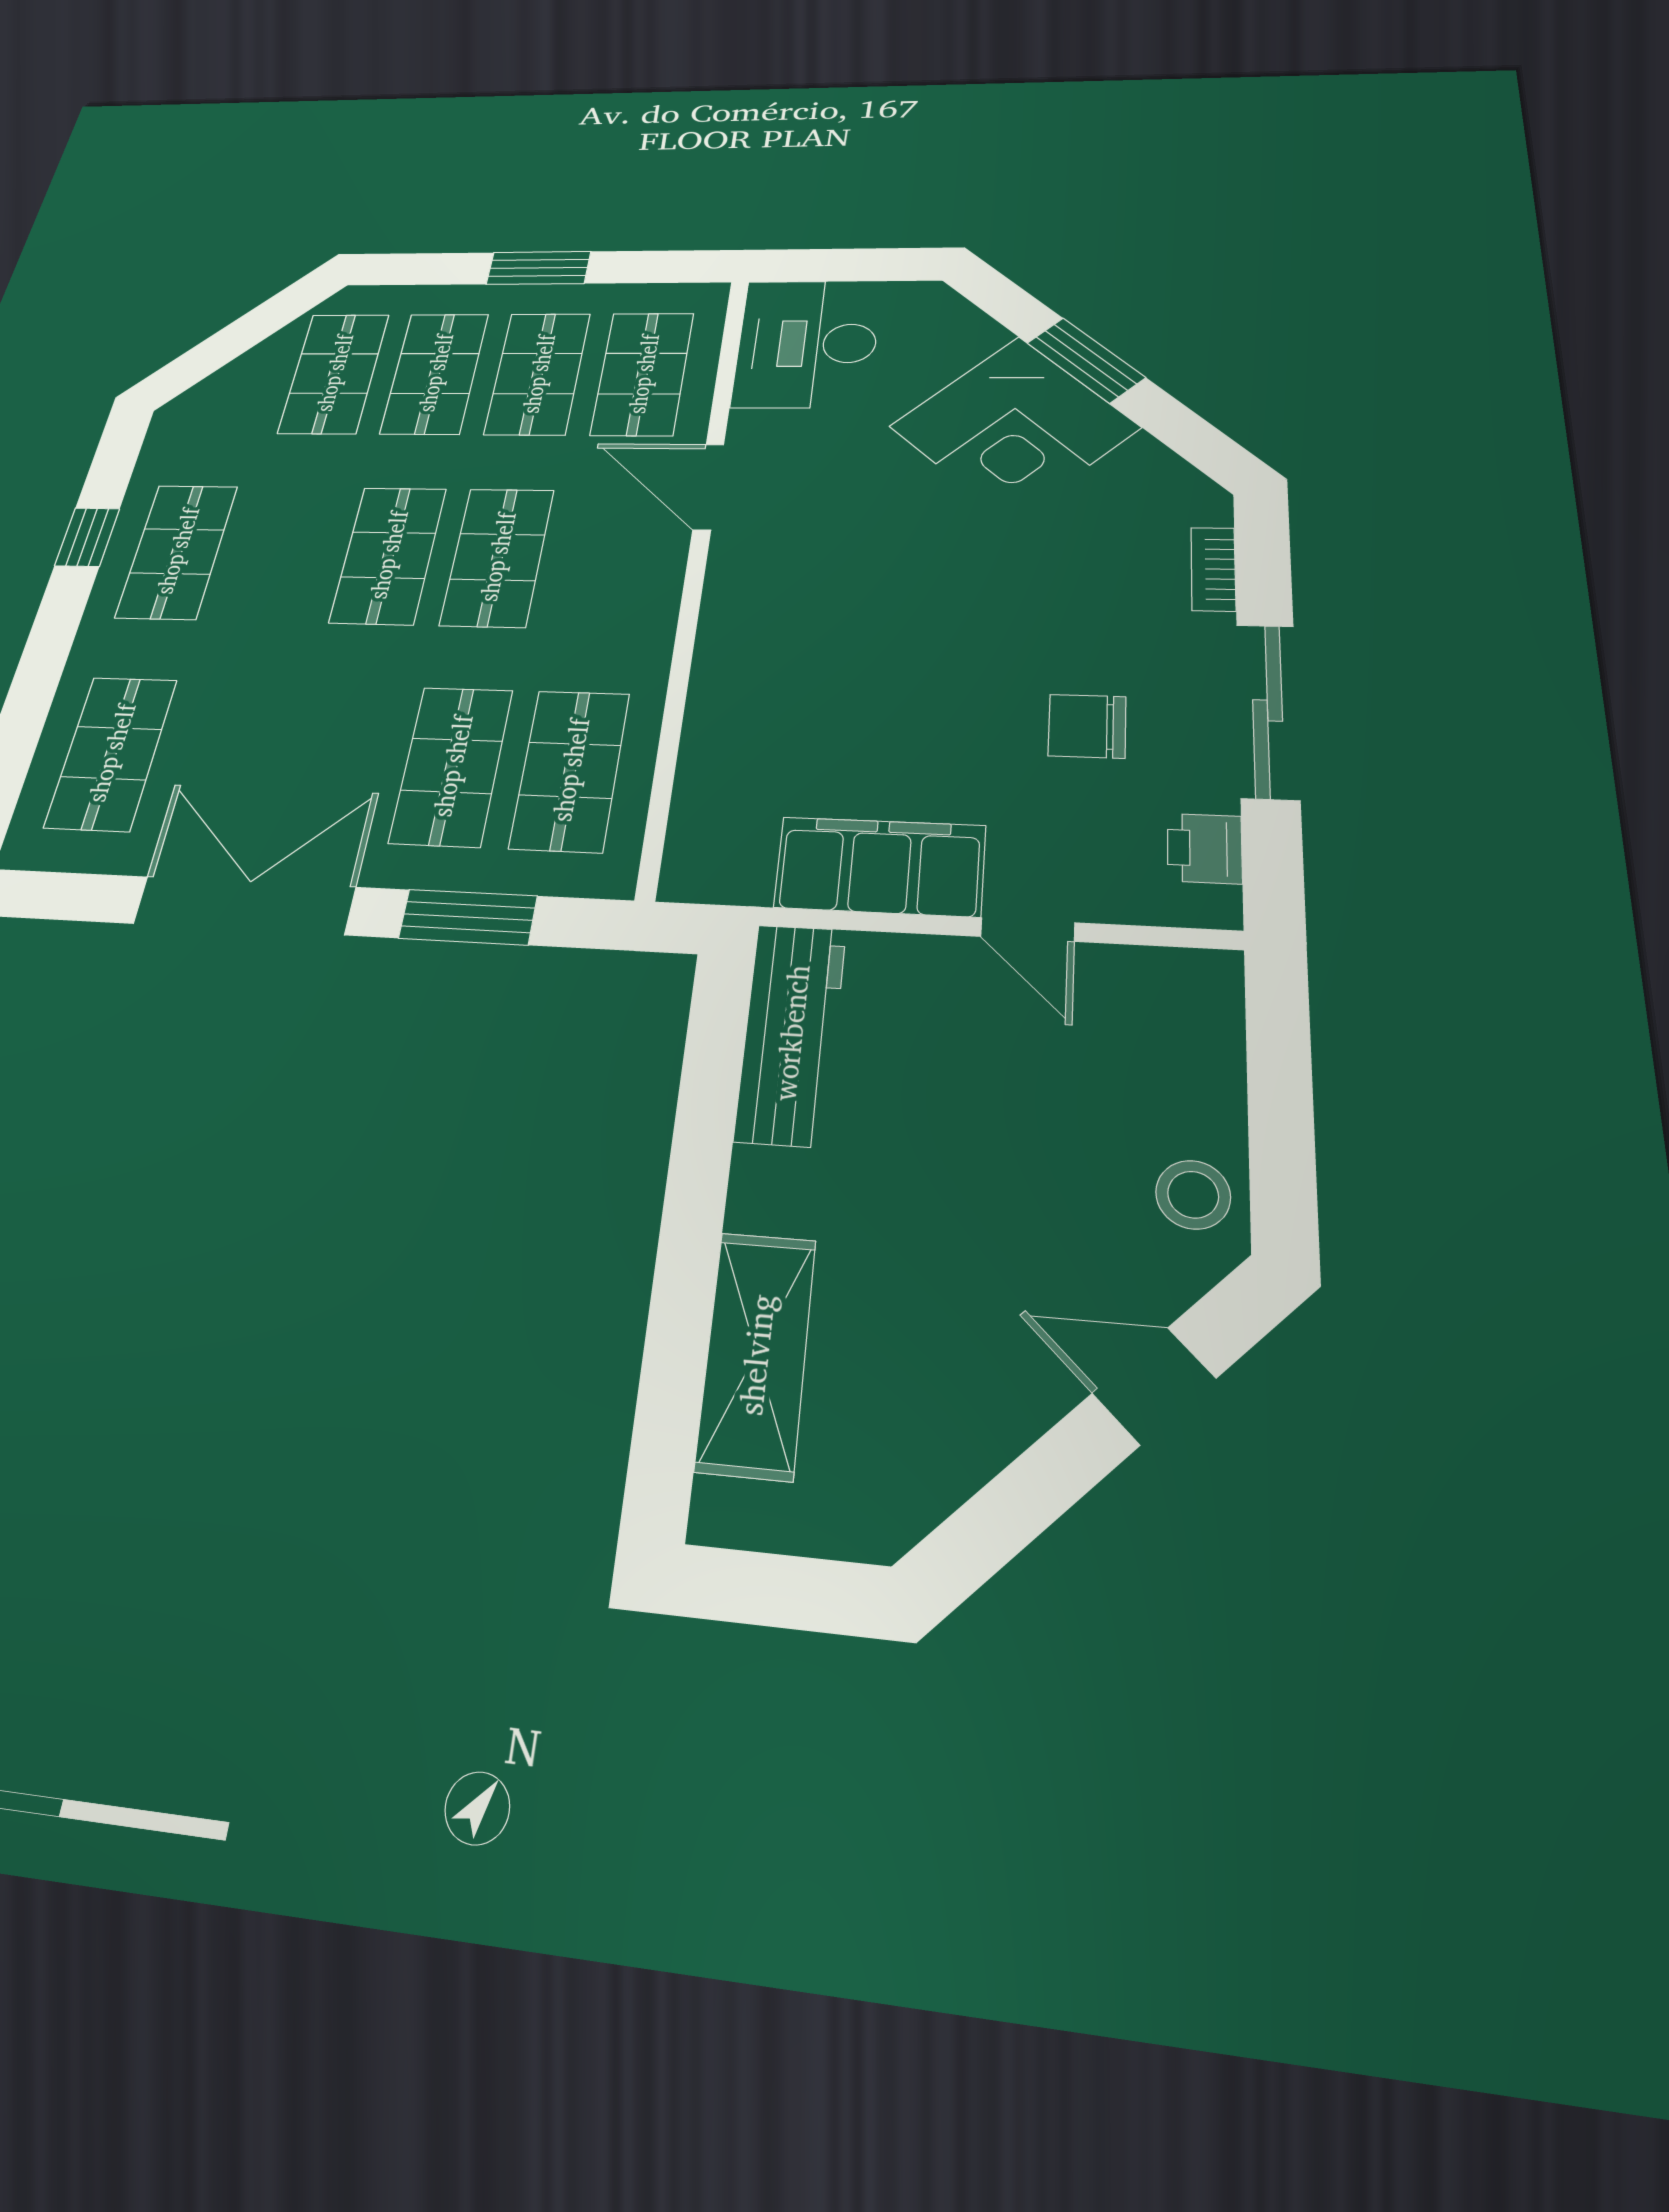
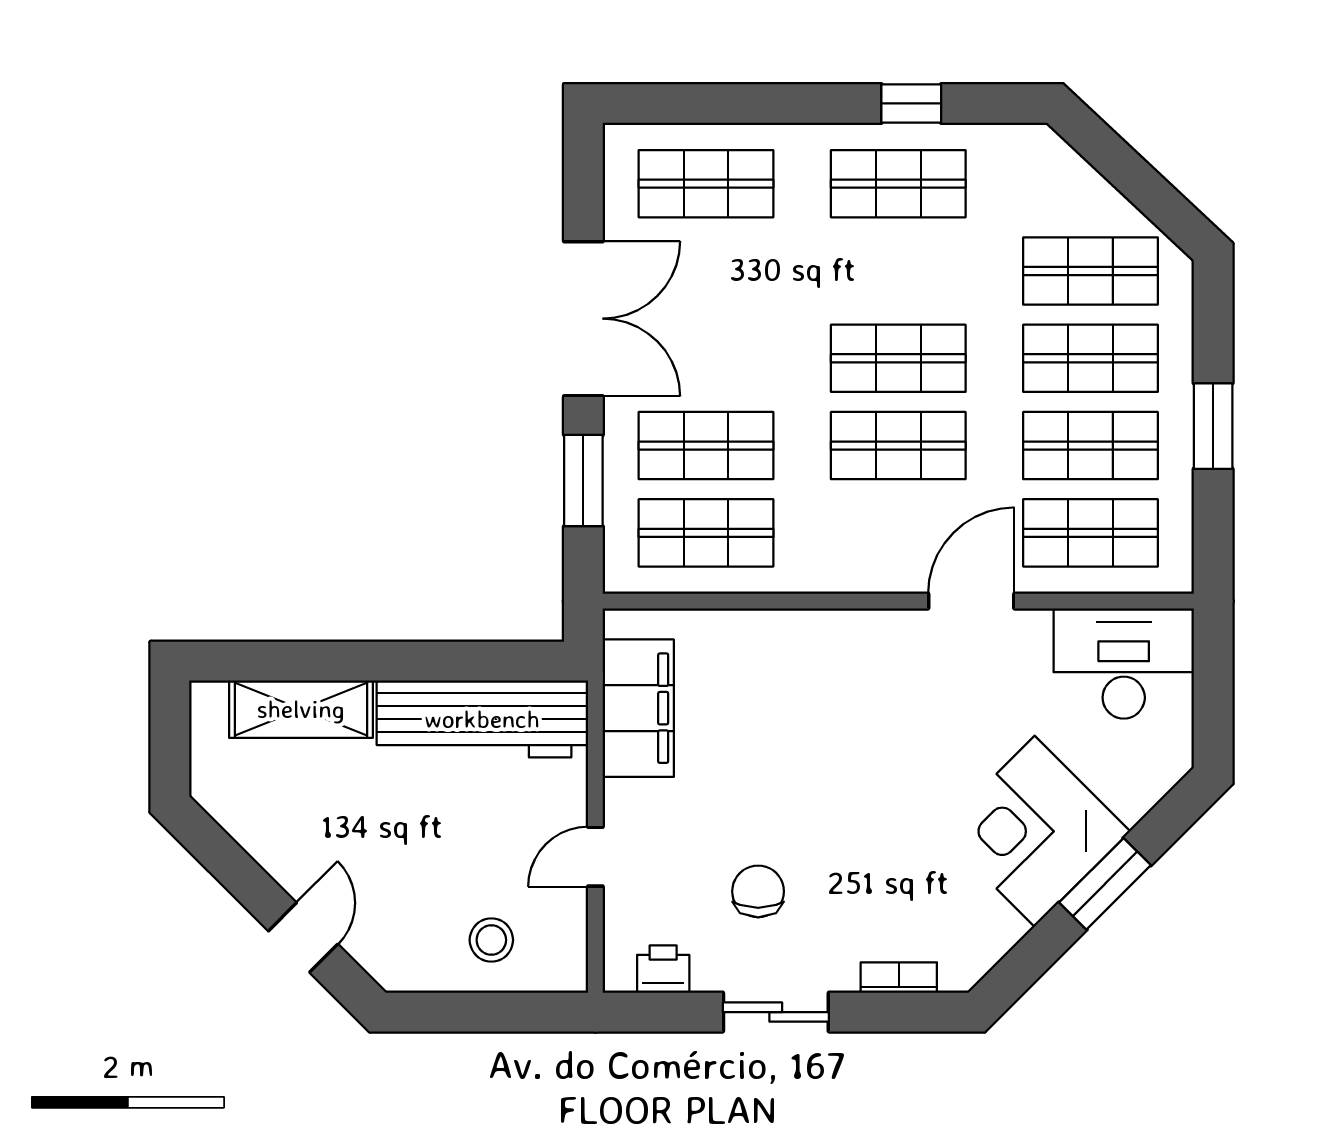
sliding door: (1268, 711) -> (776, 1012), width x0.73
filing cabinet: (880, 866) -> (638, 708), moved
workbench: (791, 1033) -> (482, 719), width x1.36, depth x1.32
stool: (1193, 1195) -> (491, 940), moved

